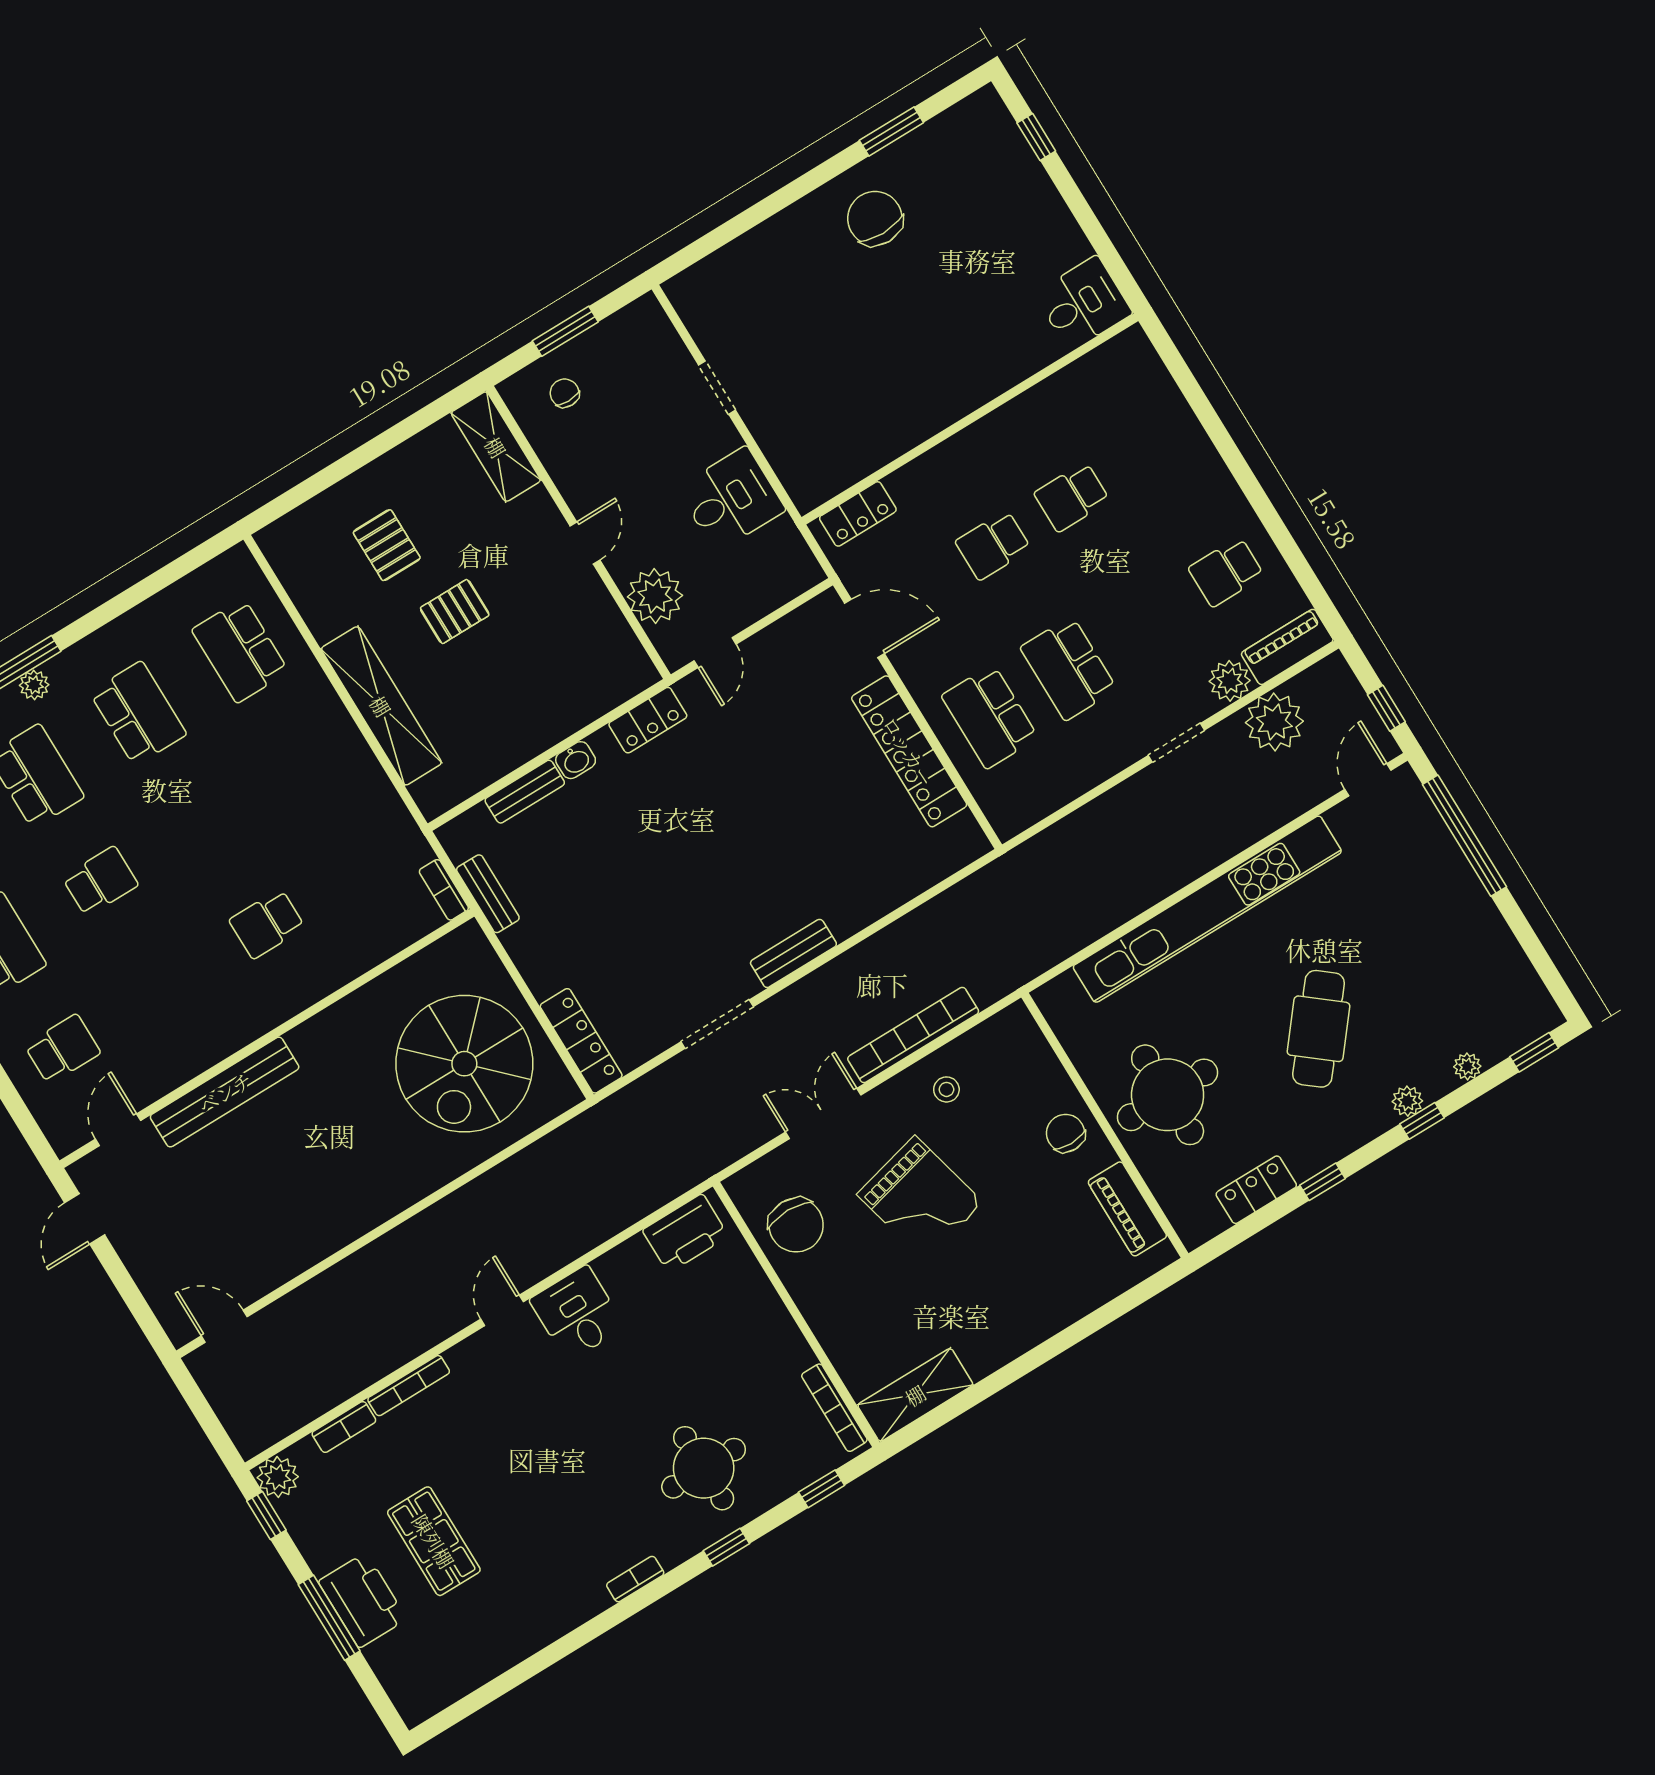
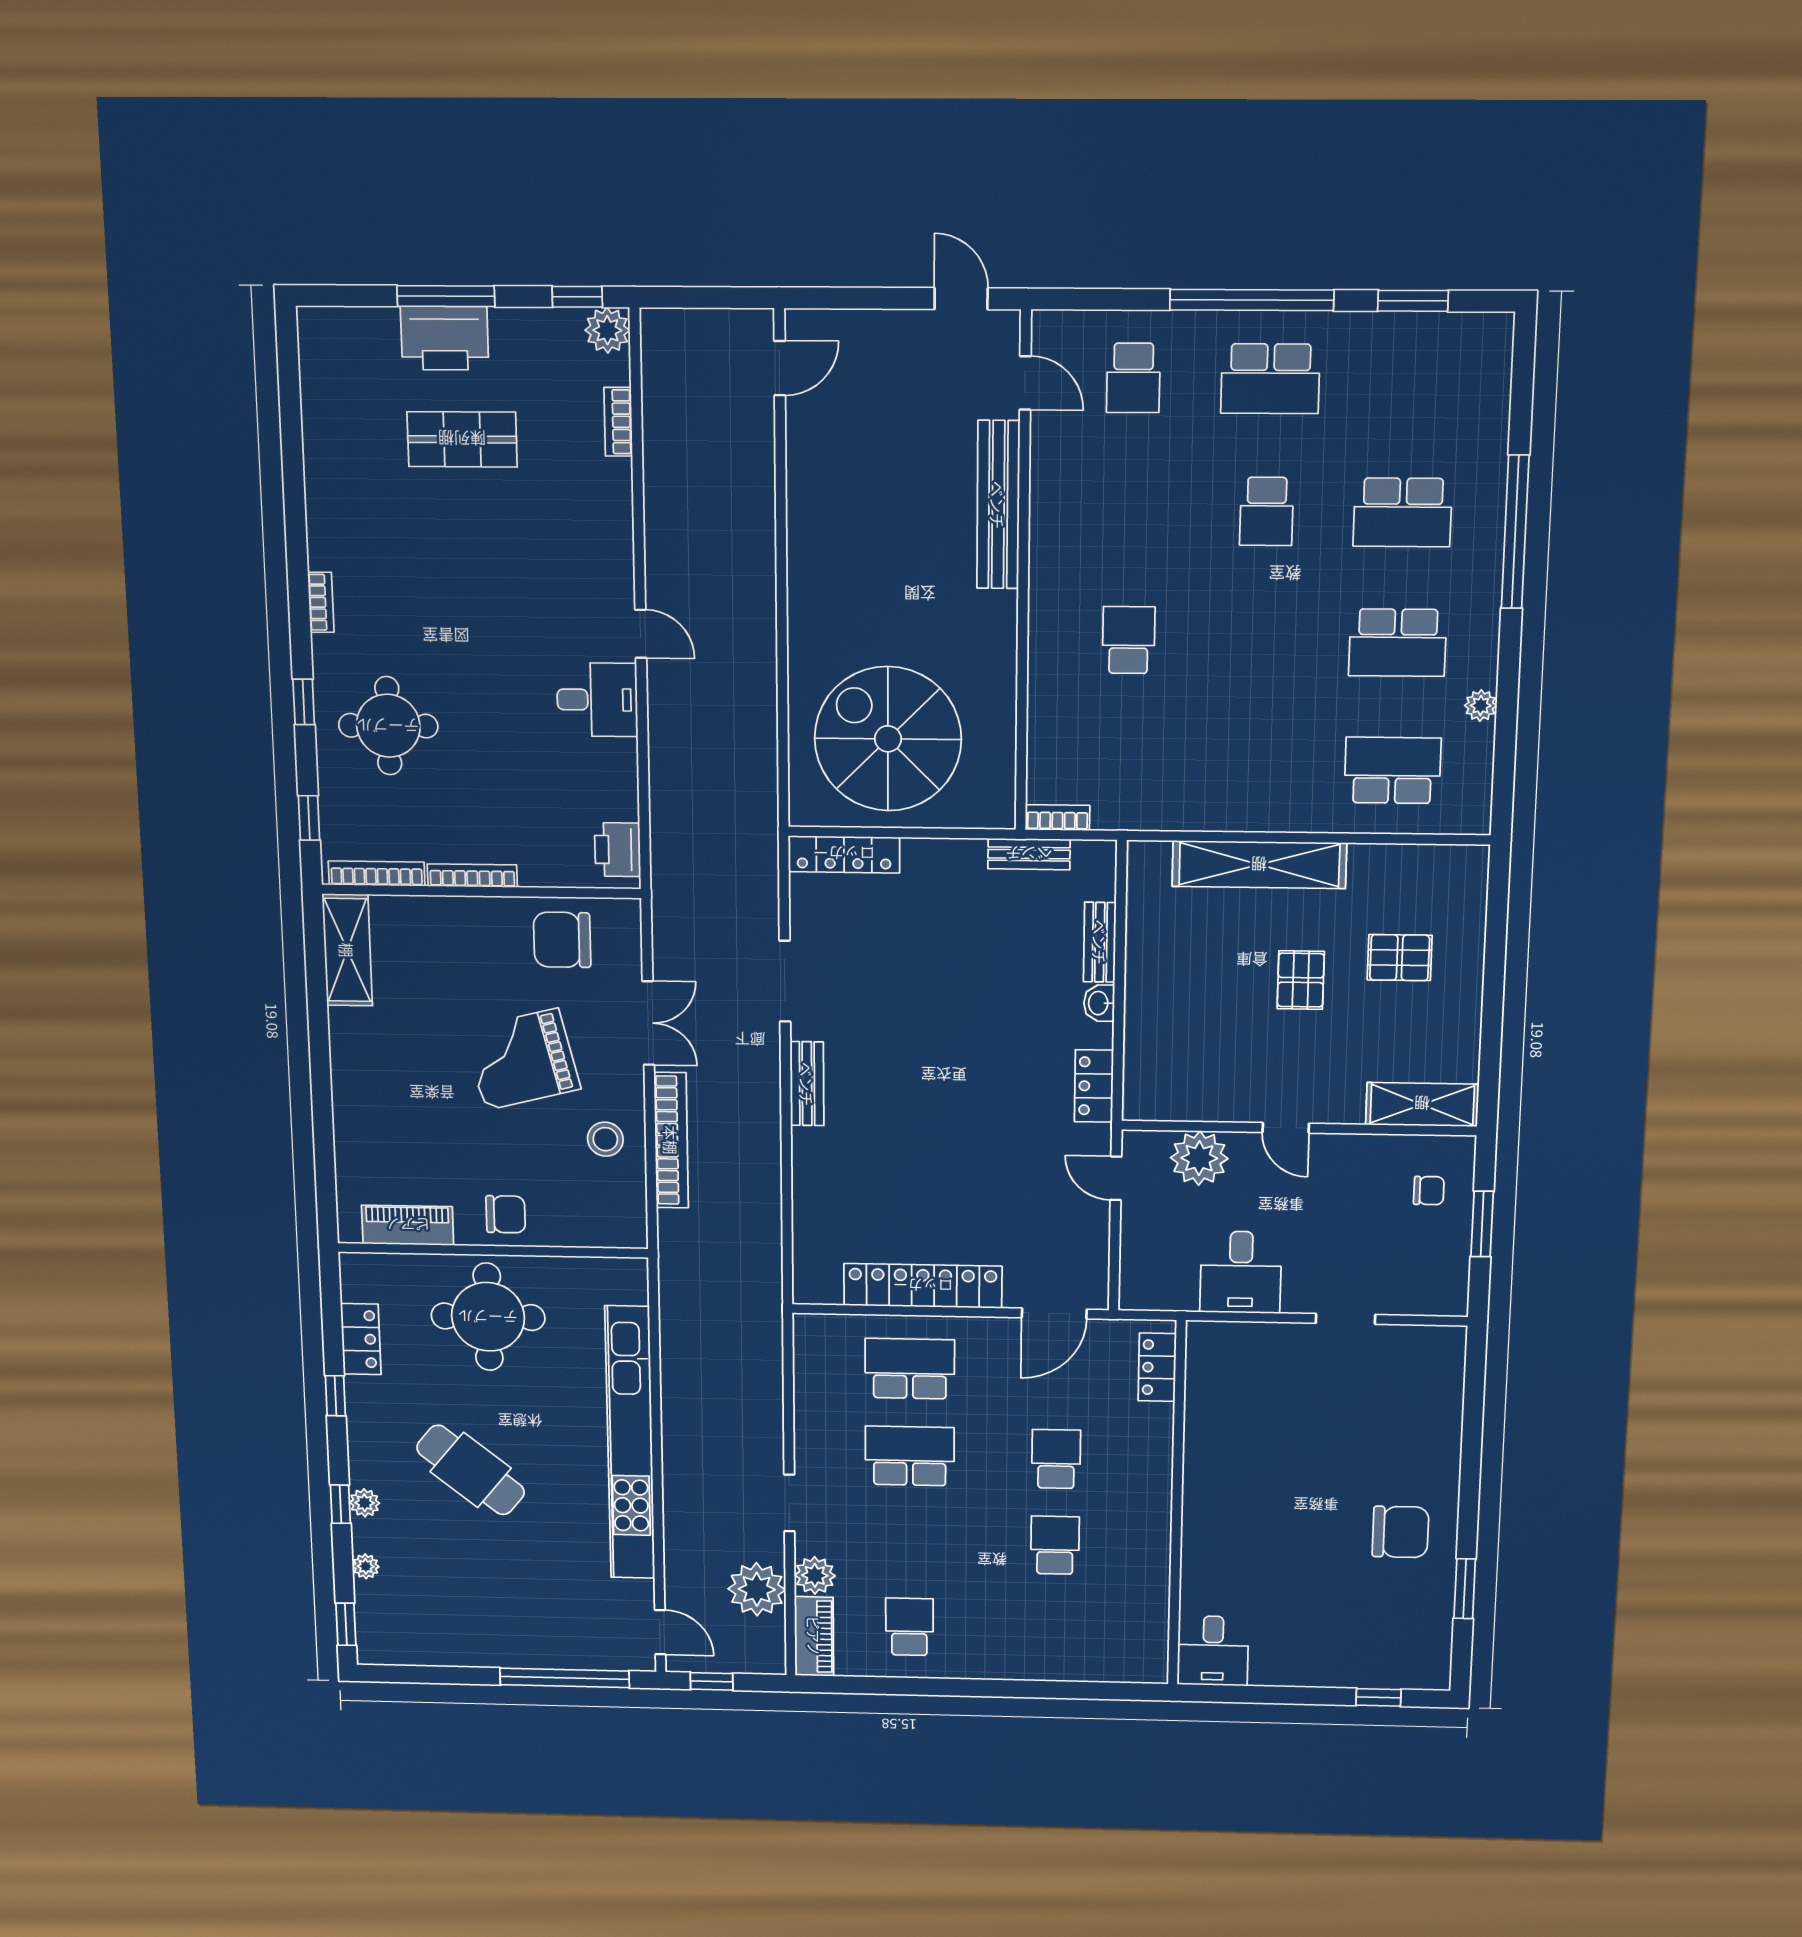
plant: (34, 685) -> (1481, 706), moved
stool: (946, 1089) -> (605, 1139), width x1.37, depth x1.37
printer: (685, 1233) -> (618, 850), width x0.73, depth x0.84
bookcase: (409, 1386) -> (472, 876), moved, turned 90

